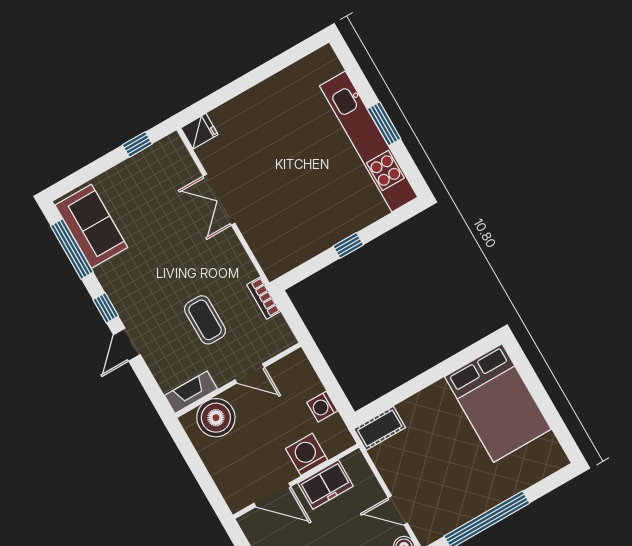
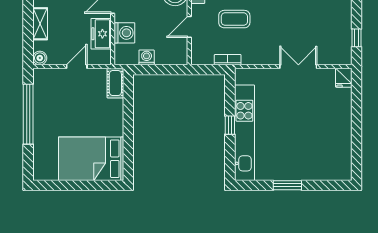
kitchen unit: (369, 142) -> (244, 133), moved, turned 90
door: (398, 510) -> (77, 66), moved

